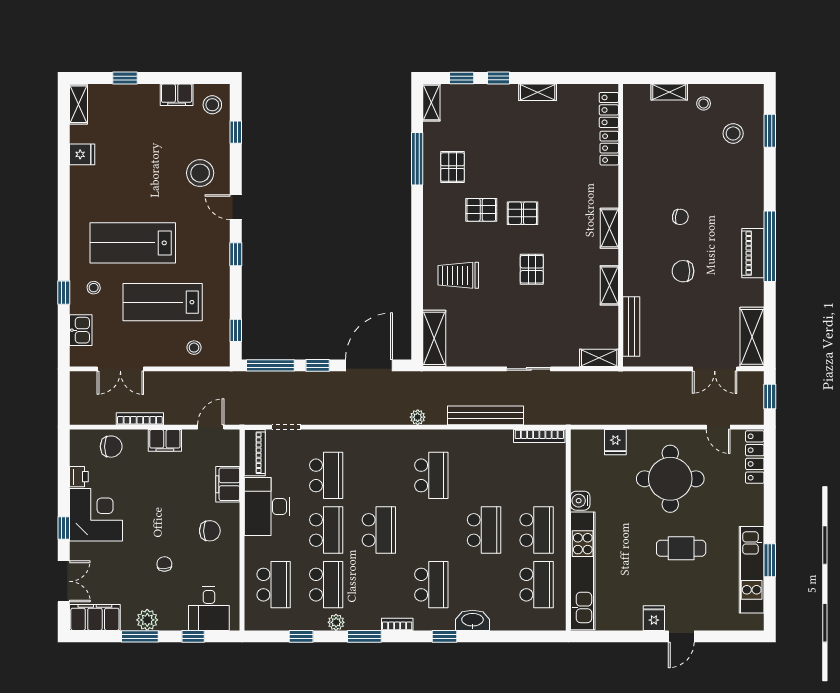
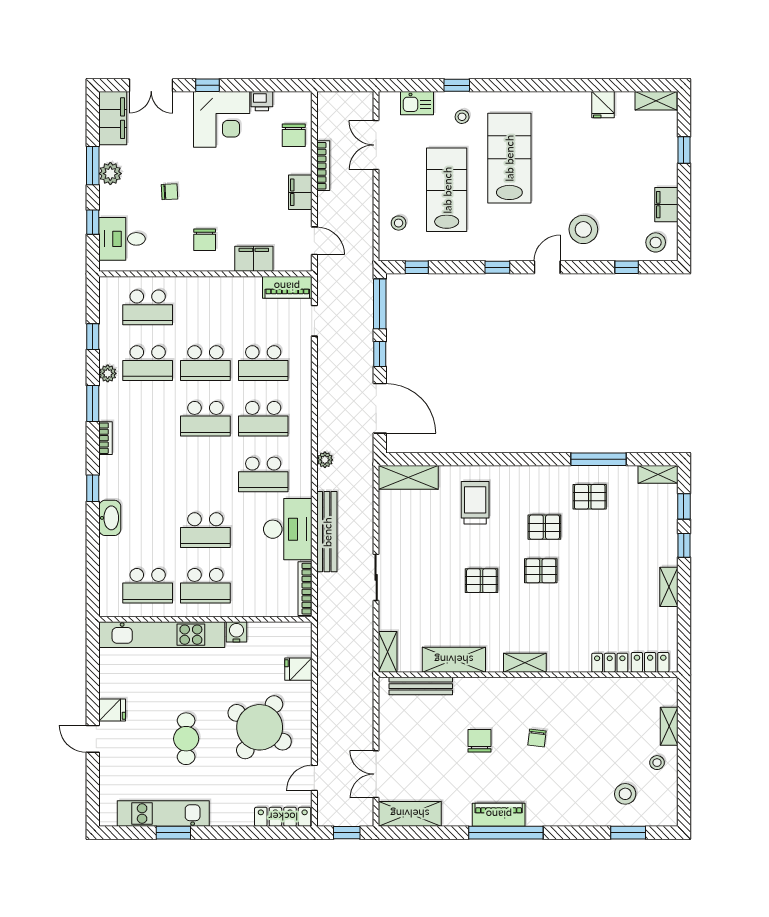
pallet: (481, 210) -> (544, 527), turned 90
pallet: (522, 213) -> (541, 571), turned 90
shelving: (609, 285) -> (454, 660), width x1.50, depth x1.33
round table: (670, 479) -> (260, 727), turned 32
desk: (267, 506) -> (288, 529), moved, turned 90
school desk: (431, 585) -> (263, 419), moved

